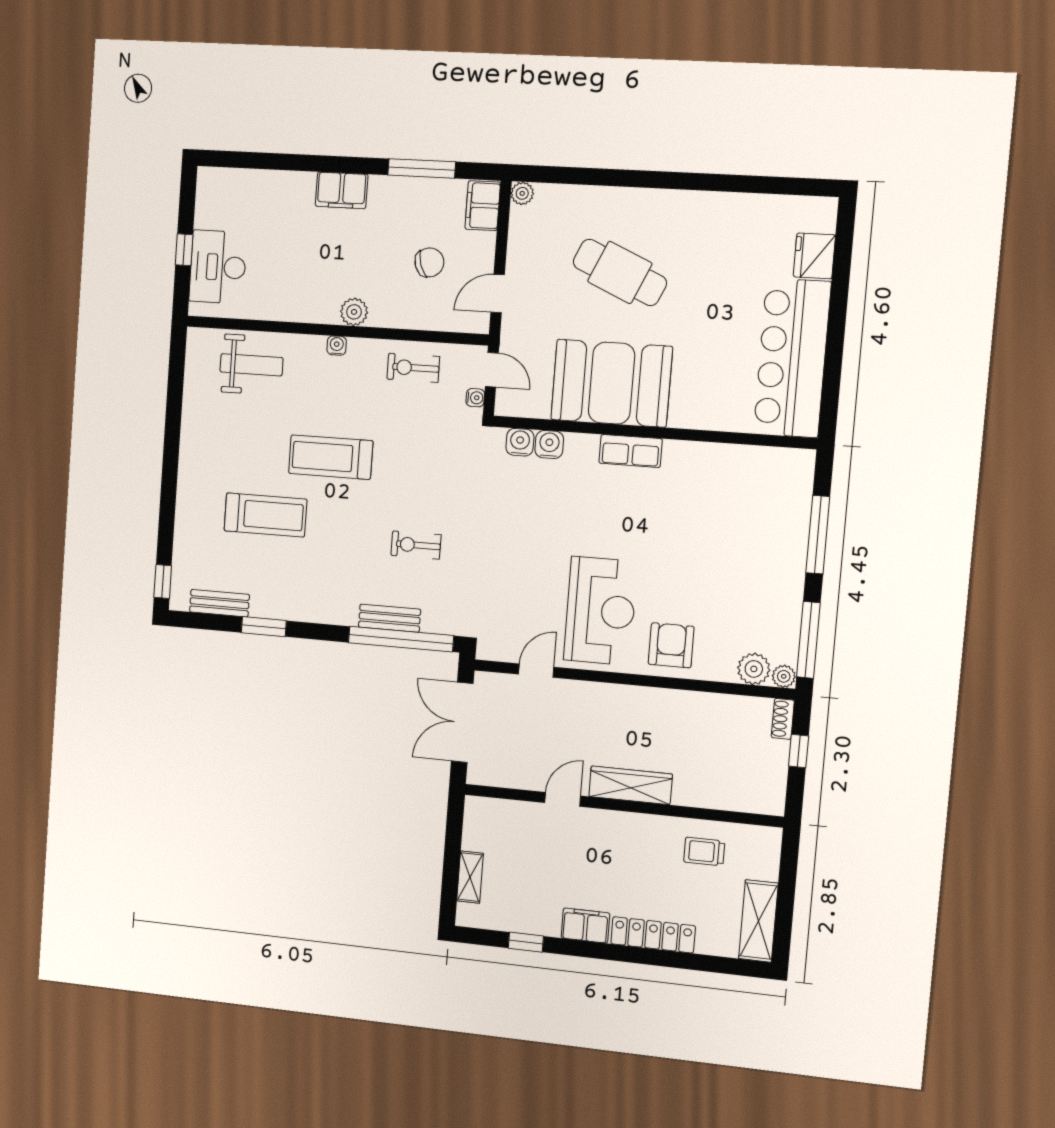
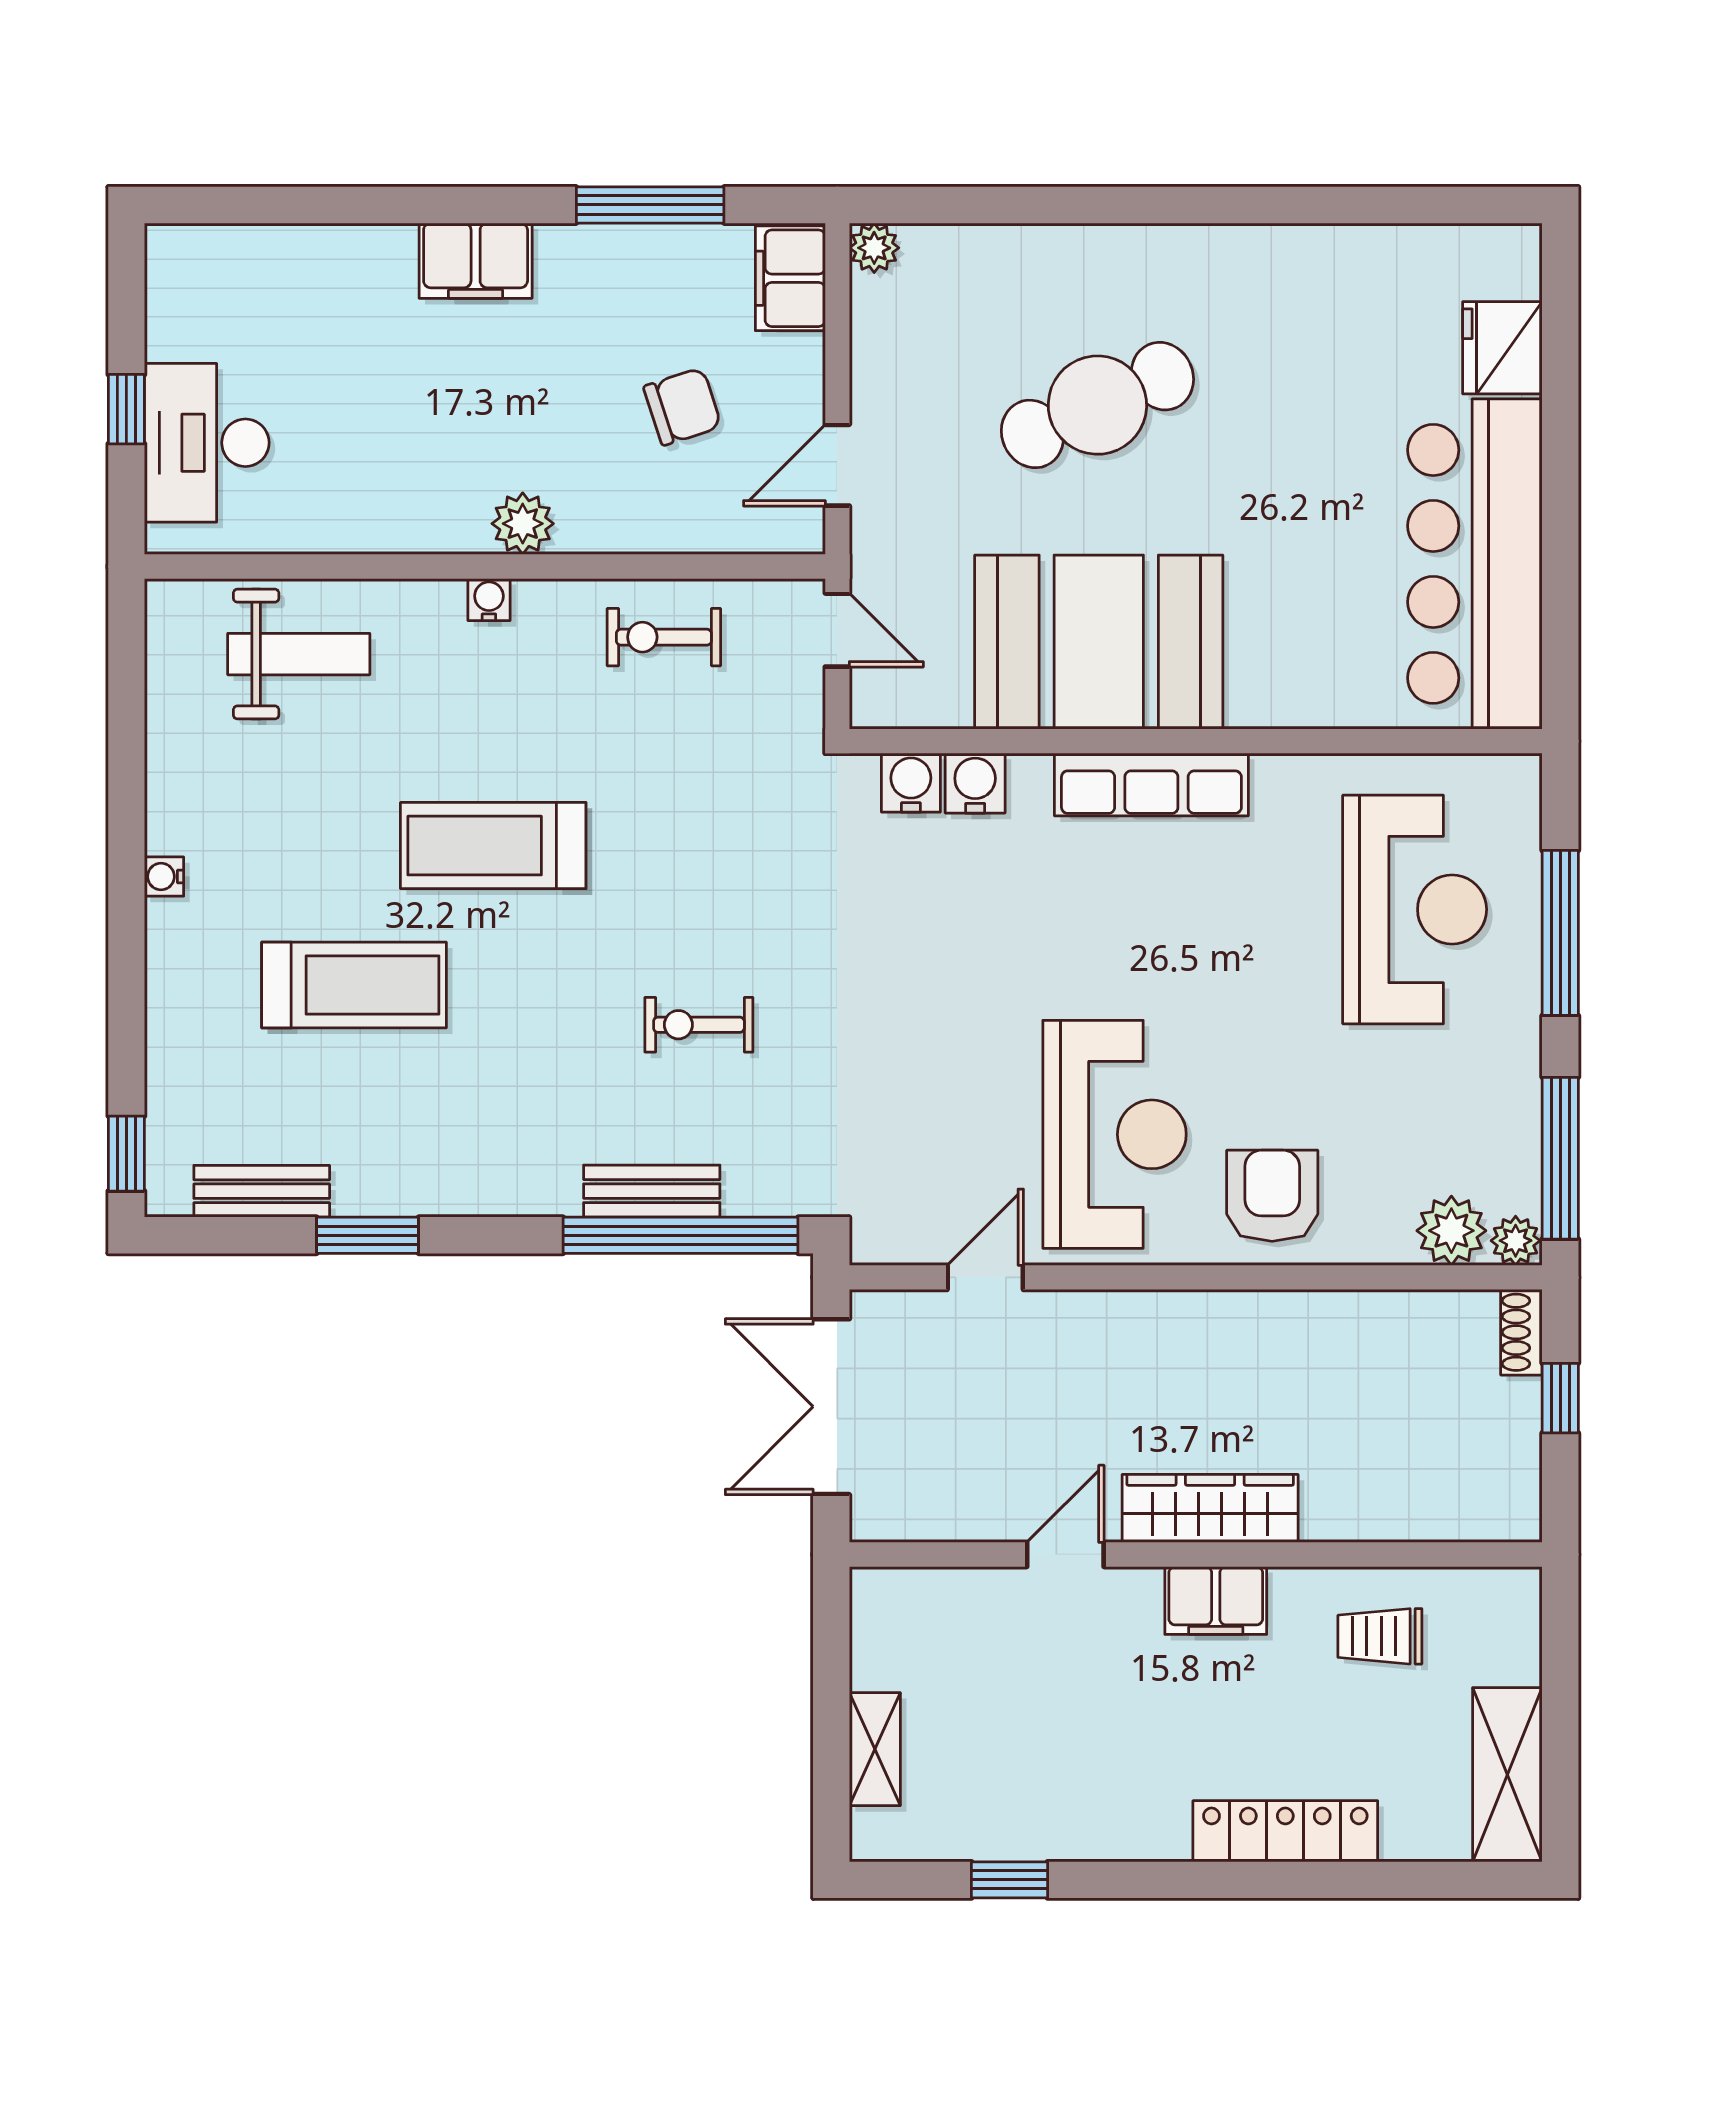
cafe table: (620, 272) -> (1097, 405), turned -48
water cooler: (475, 398) -> (164, 877), moved, turned 180
row of seats: (631, 451) -> (1151, 785), width x1.48
reception desk: (749, 518) -> (1415, 909), added
filing cabinet: (585, 926) -> (1216, 1601), moved, turned 180

